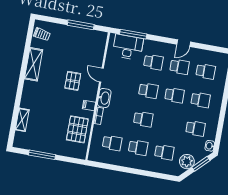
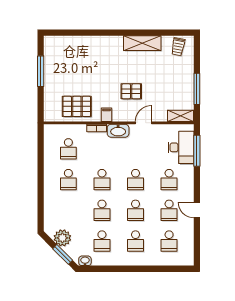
shelving: (22, 120) -> (181, 116), moved
school desk: (164, 152) -> (102, 210), moved

